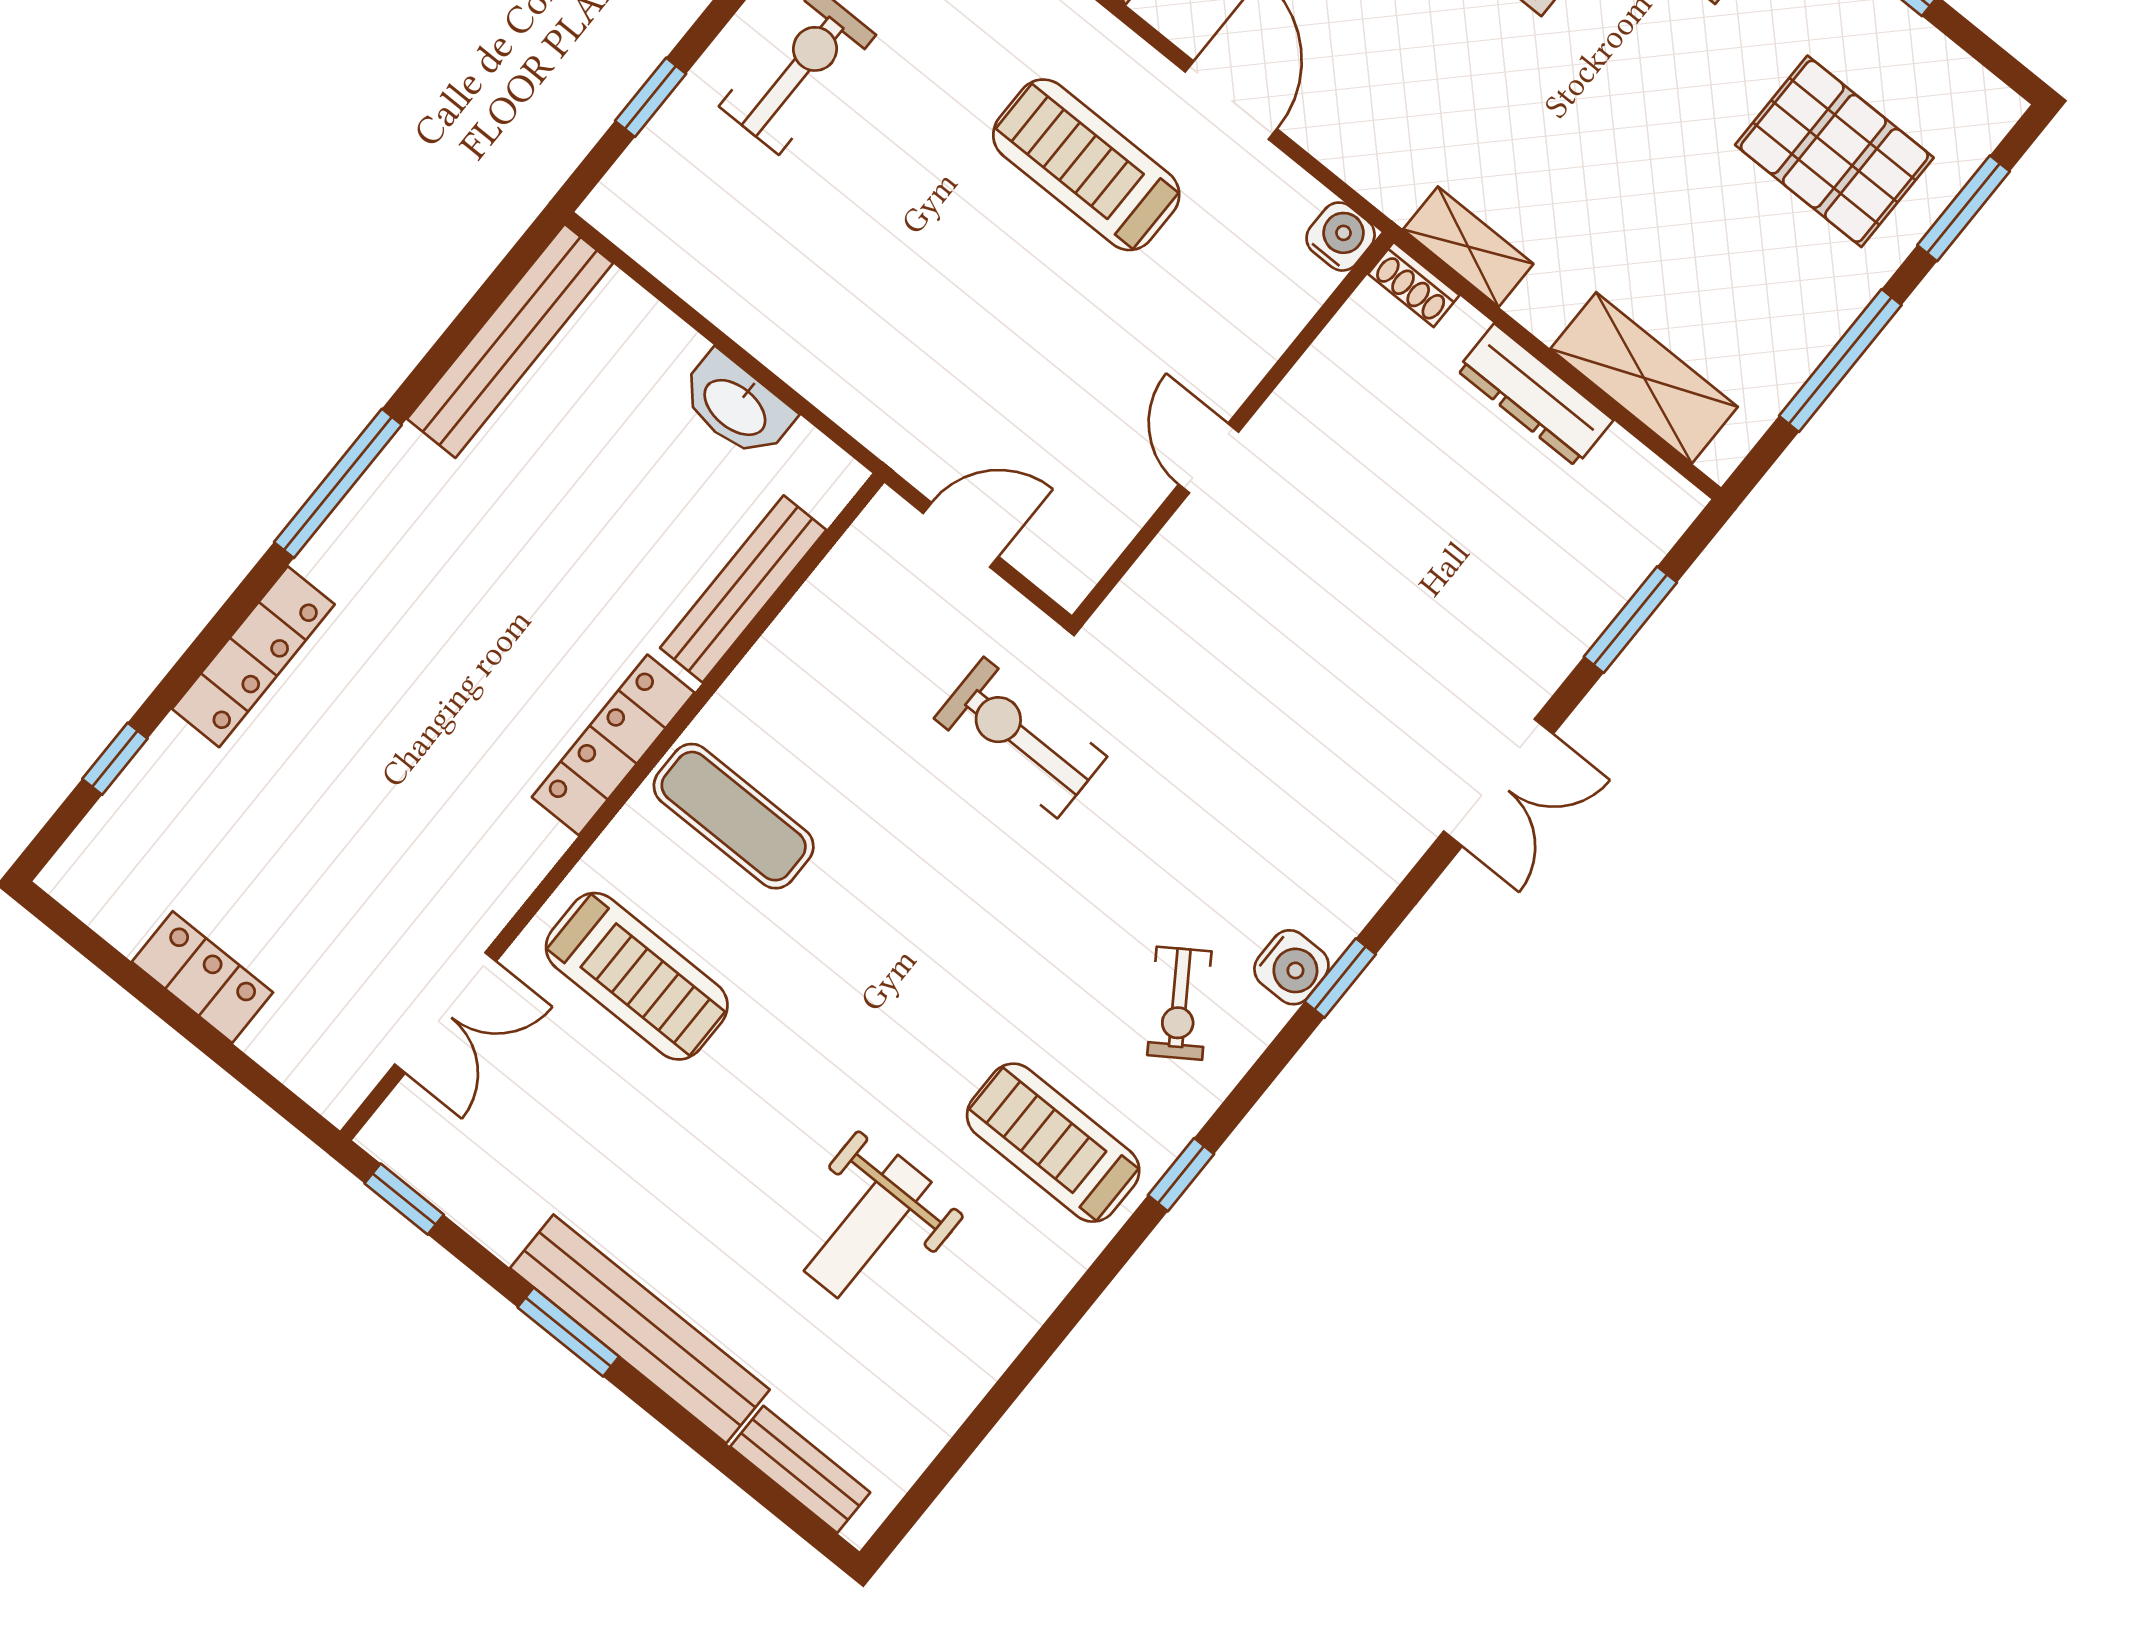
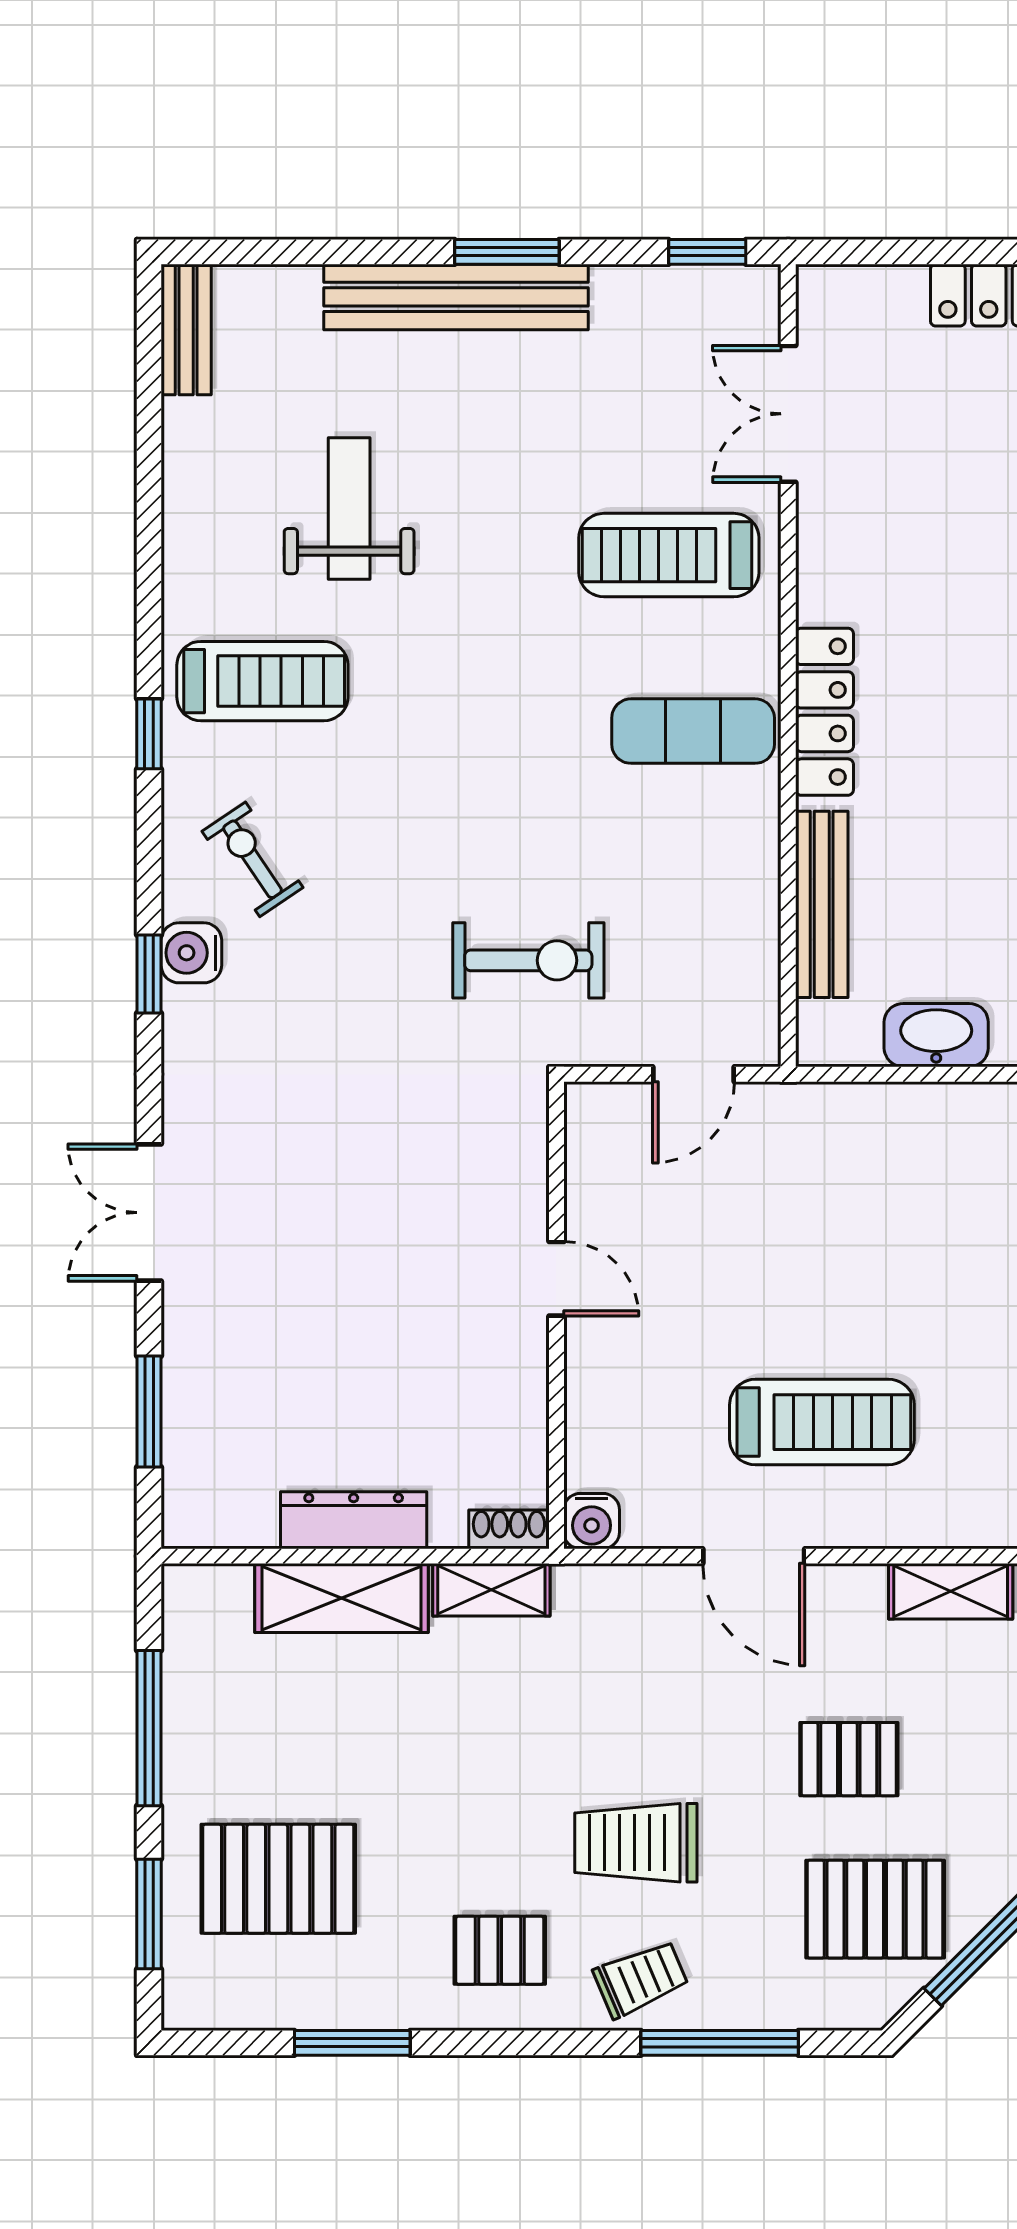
shelving: (1644, 378) -> (341, 1598), moved
bench: (800, 1469) -> (186, 329), moved, turned 90

